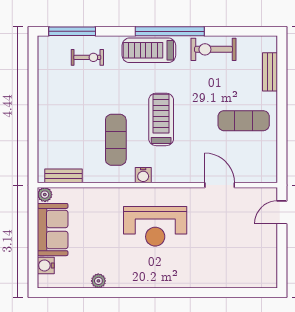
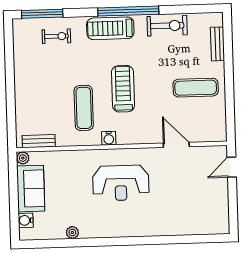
exercise bike: (214, 49) -> (167, 26), turned 180

